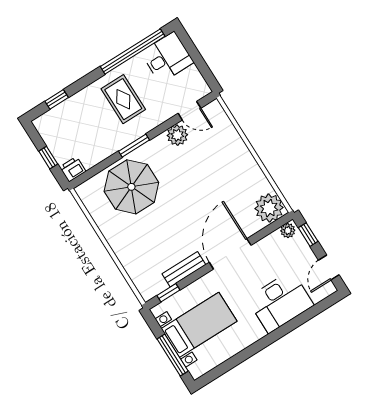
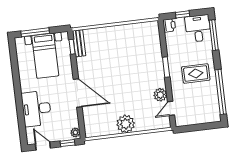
desk: (167, 57) -> (198, 28), moved, turned 180
window: (57, 99) -> (214, 35), width x2.17
parasol: (131, 187) -> (143, 54), removed
plant: (269, 208) -> (126, 124), moved
bench: (184, 269) -> (79, 43), moved

